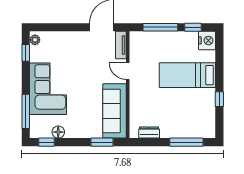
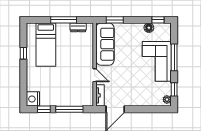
bed: (187, 75) -> (46, 45), moved, turned 90
window: (26, 111) -> (174, 57), moved
window: (186, 142) -> (64, 20), moved

